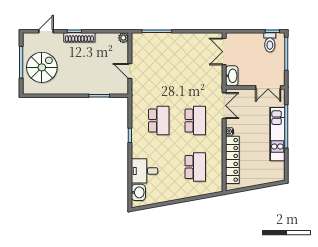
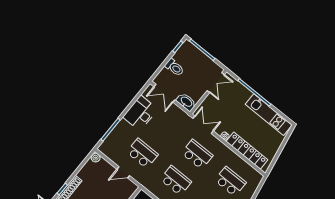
toilet: (270, 42) -> (174, 67), moved
desk: (191, 45) -> (140, 113), added
school desk: (159, 74) -> (142, 153), added
kitchen unit: (277, 134) -> (269, 115), moved

